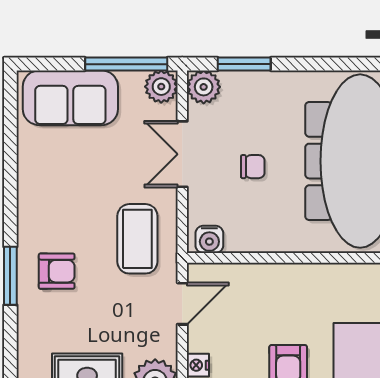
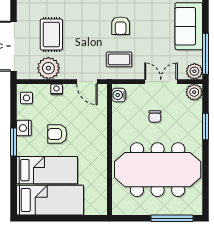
window: (244, 64) -> (206, 126), moved
coffee table: (137, 239) -> (119, 59), width x0.73, depth x0.77
armchair: (57, 271) -> (121, 26), moved

